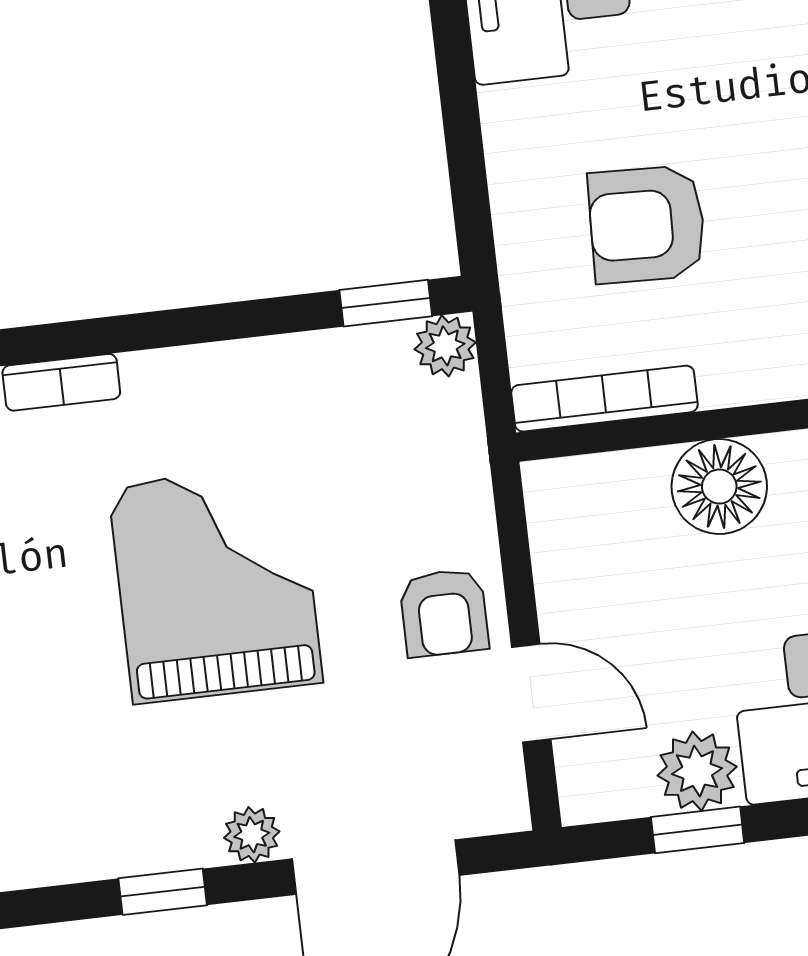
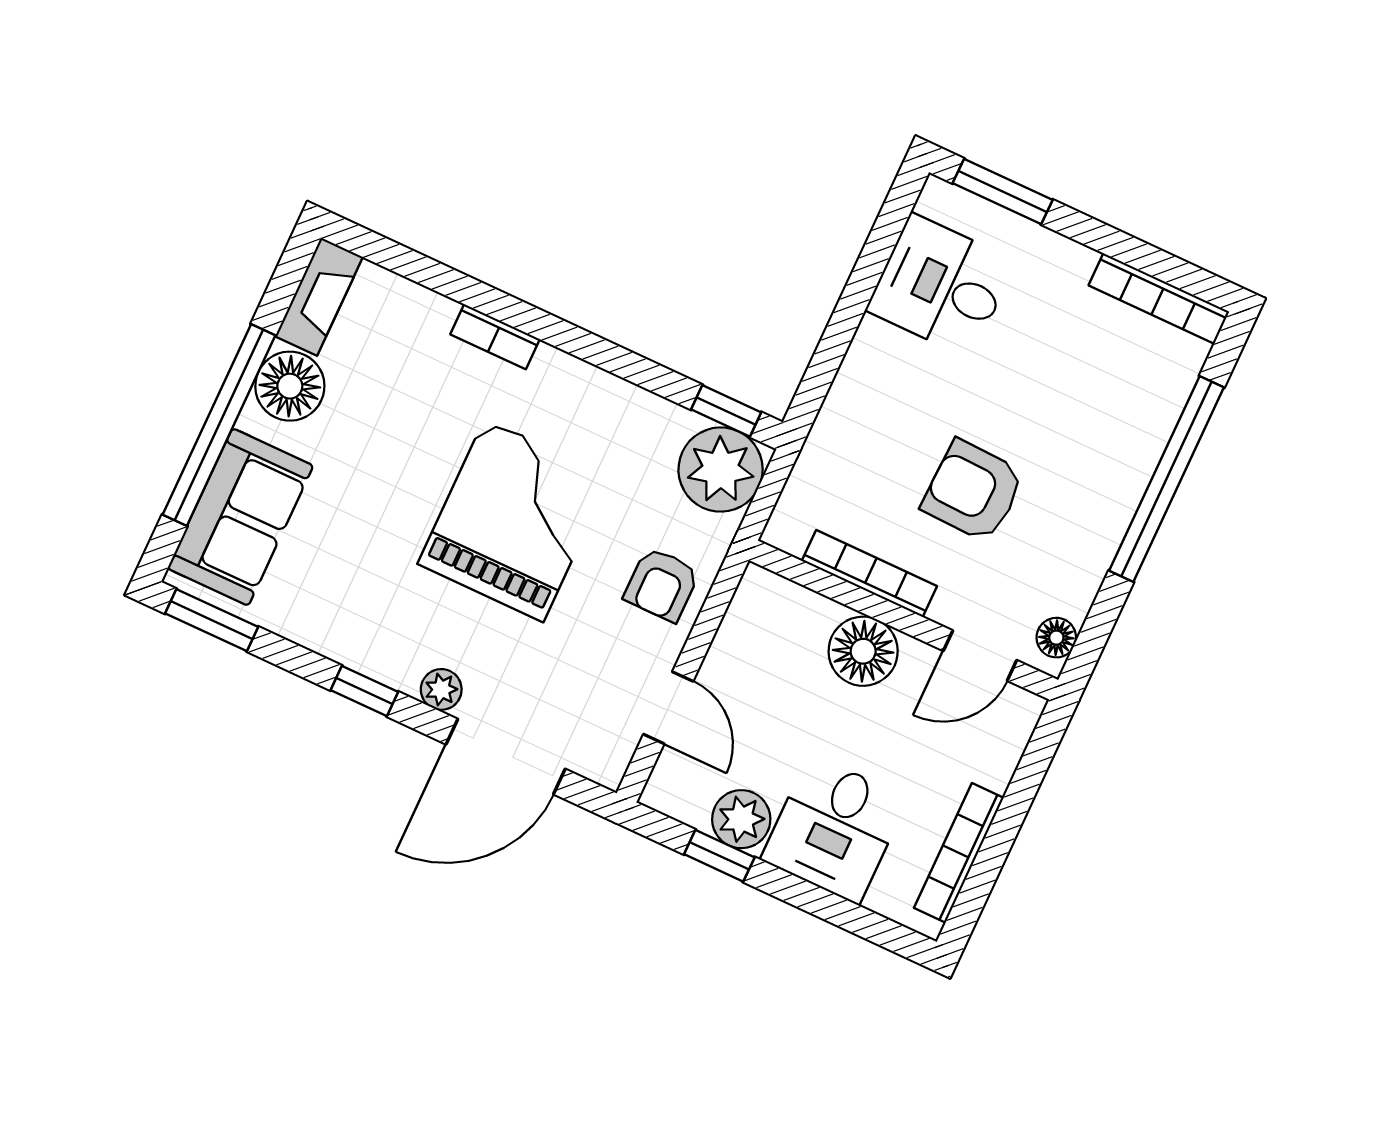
armchair: (647, 224) -> (973, 491), moved
plant: (445, 346) -> (721, 470), width x1.87, depth x1.87
bookcase: (605, 399) -> (869, 574), moved
armchair: (444, 613) -> (662, 584), moved

